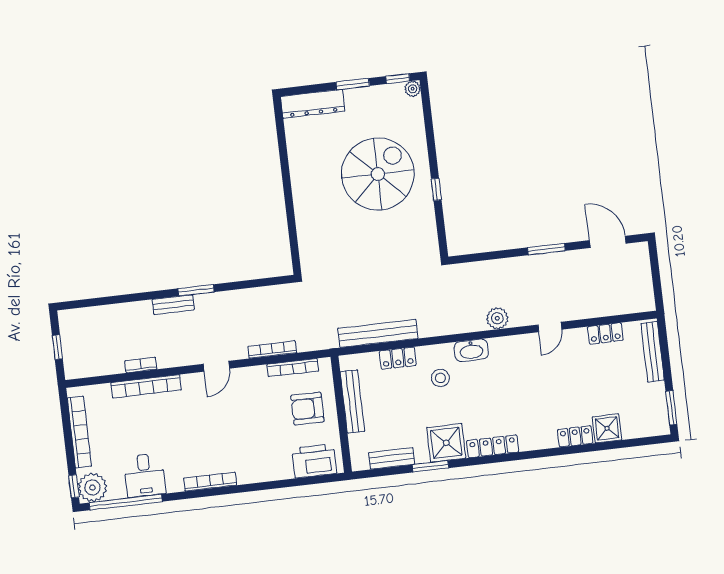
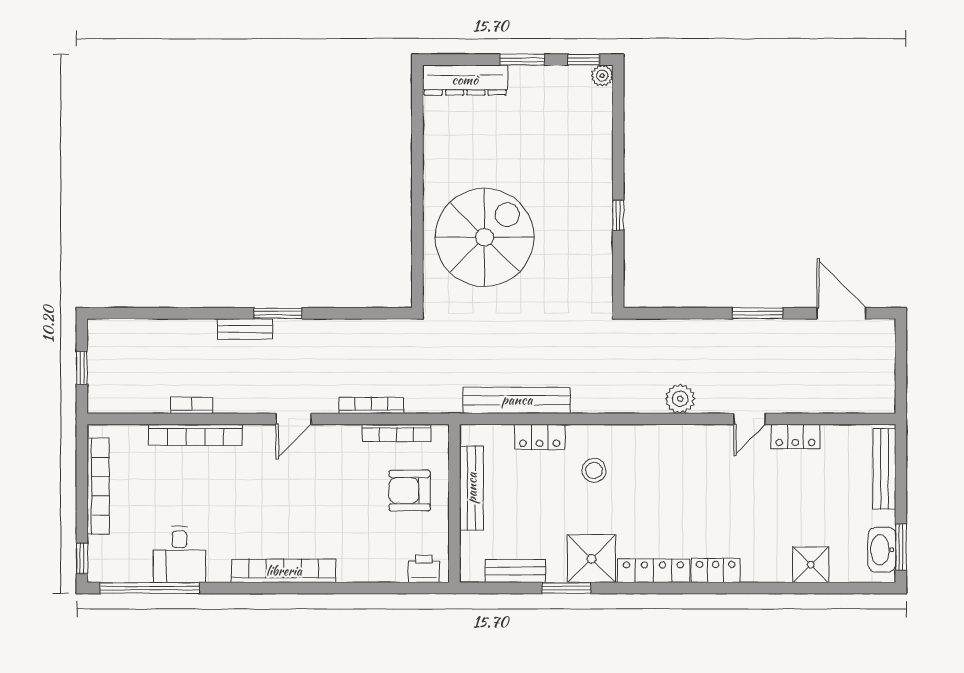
spiral stairs: (378, 174) -> (485, 237), moved
locker: (605, 333) -> (795, 436), moved
washbasin: (471, 350) -> (882, 550), moved, turned 90
locker: (575, 436) -> (716, 571), moved
printer: (314, 461) -> (424, 569), width x0.53, depth x0.68
bookcase: (210, 482) -> (284, 571), width x1.48, depth x1.31
plant: (92, 487) -> (107, 563), removed

